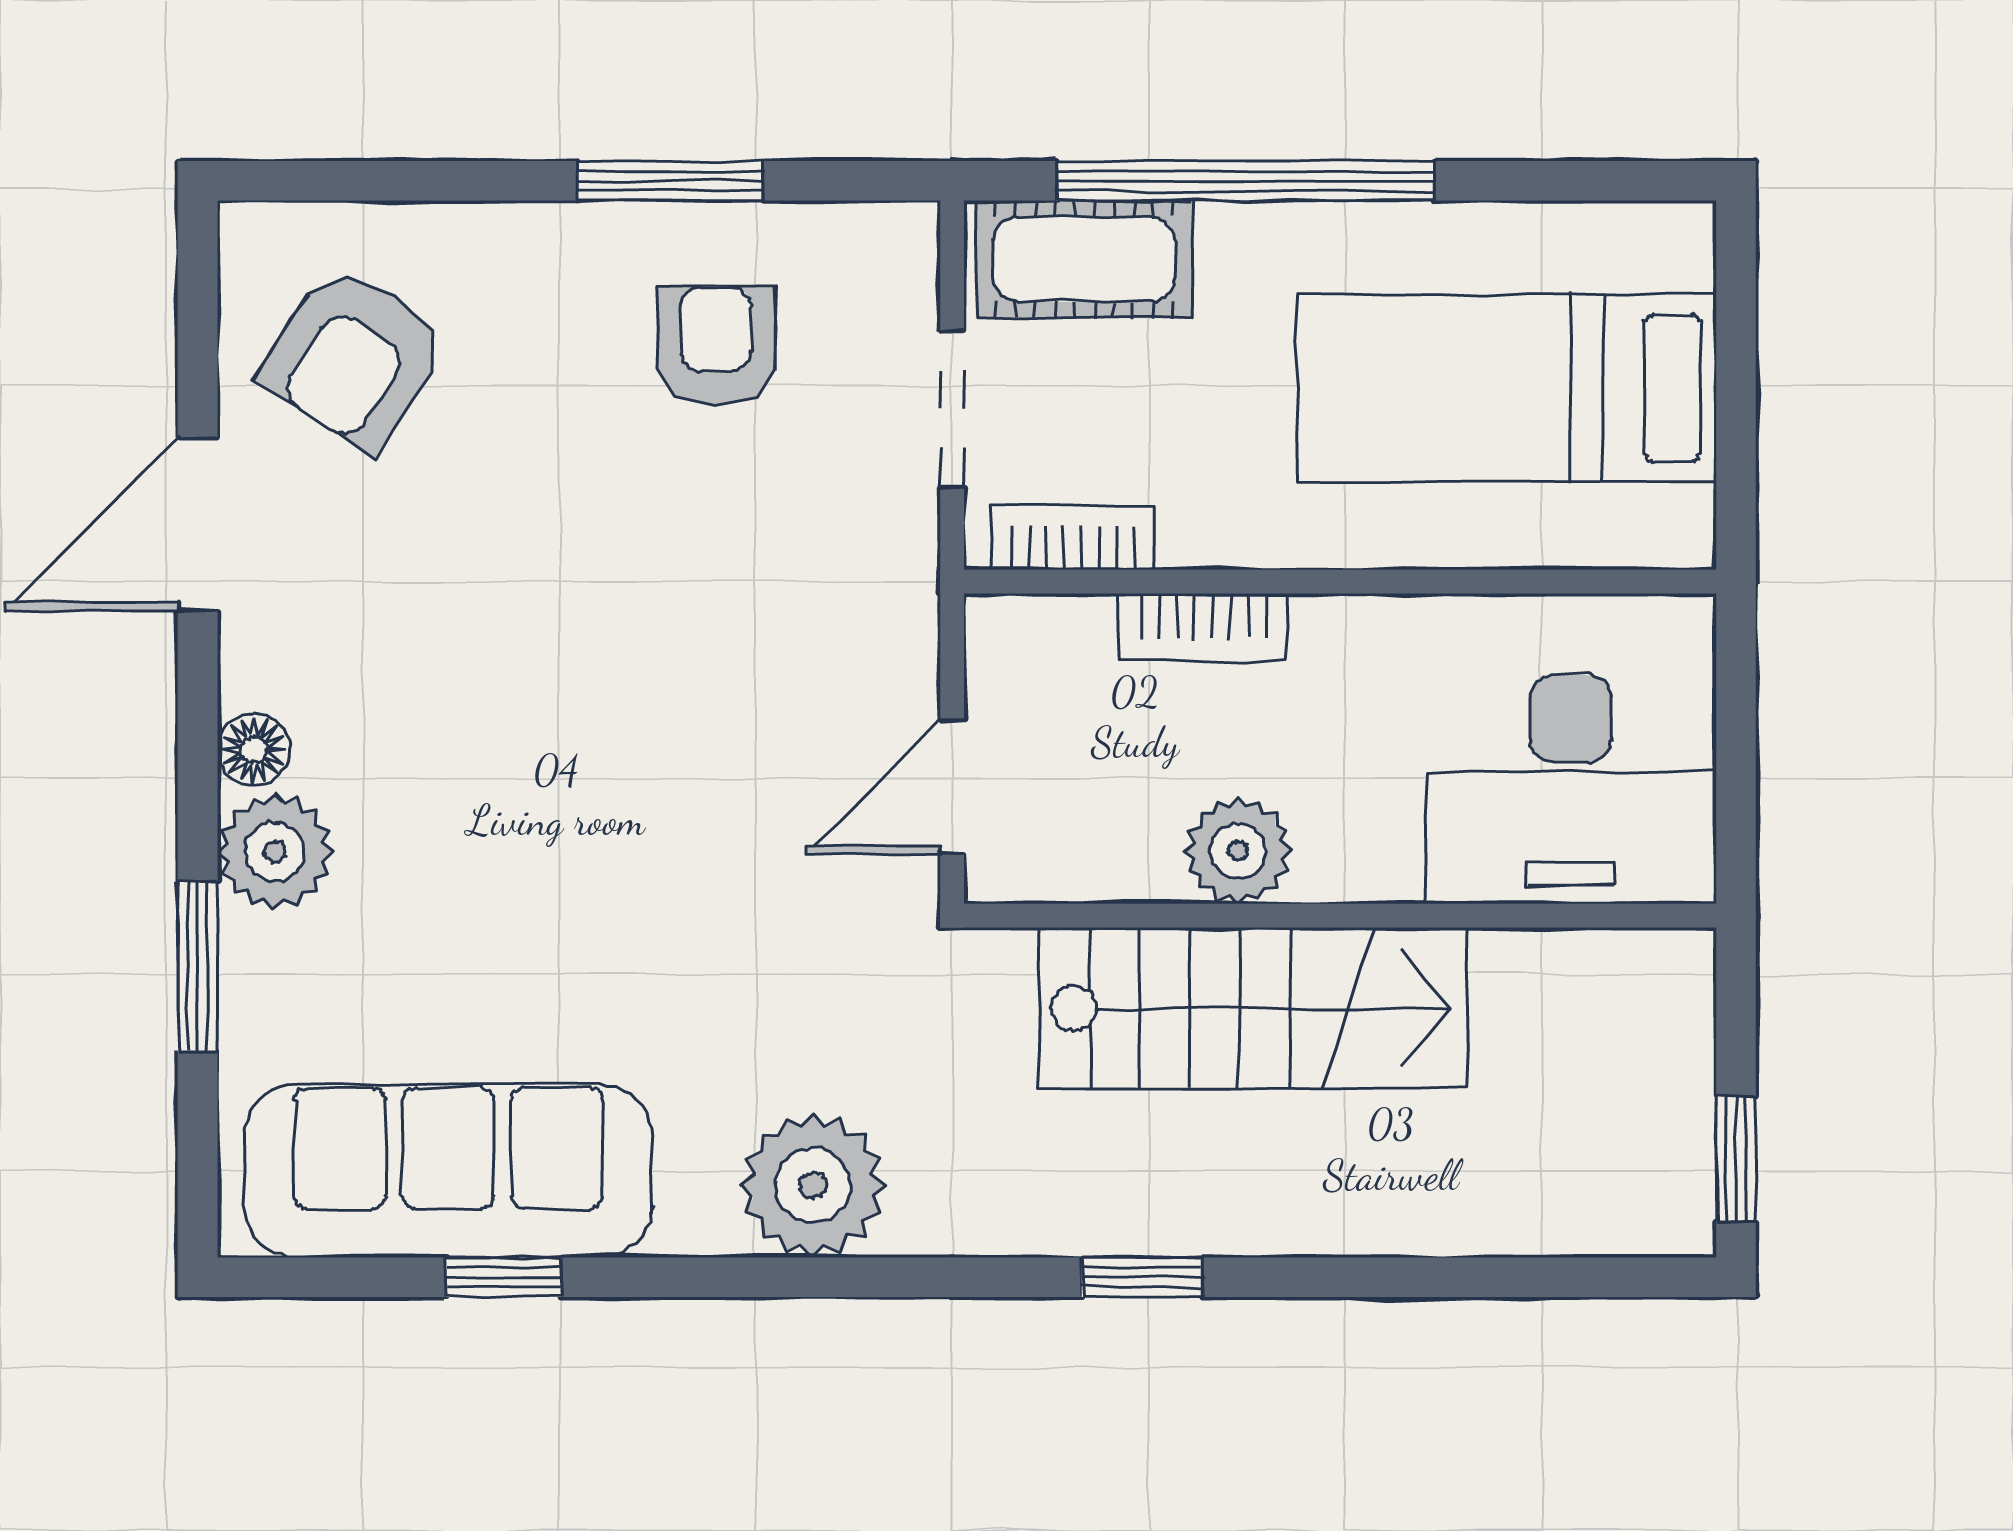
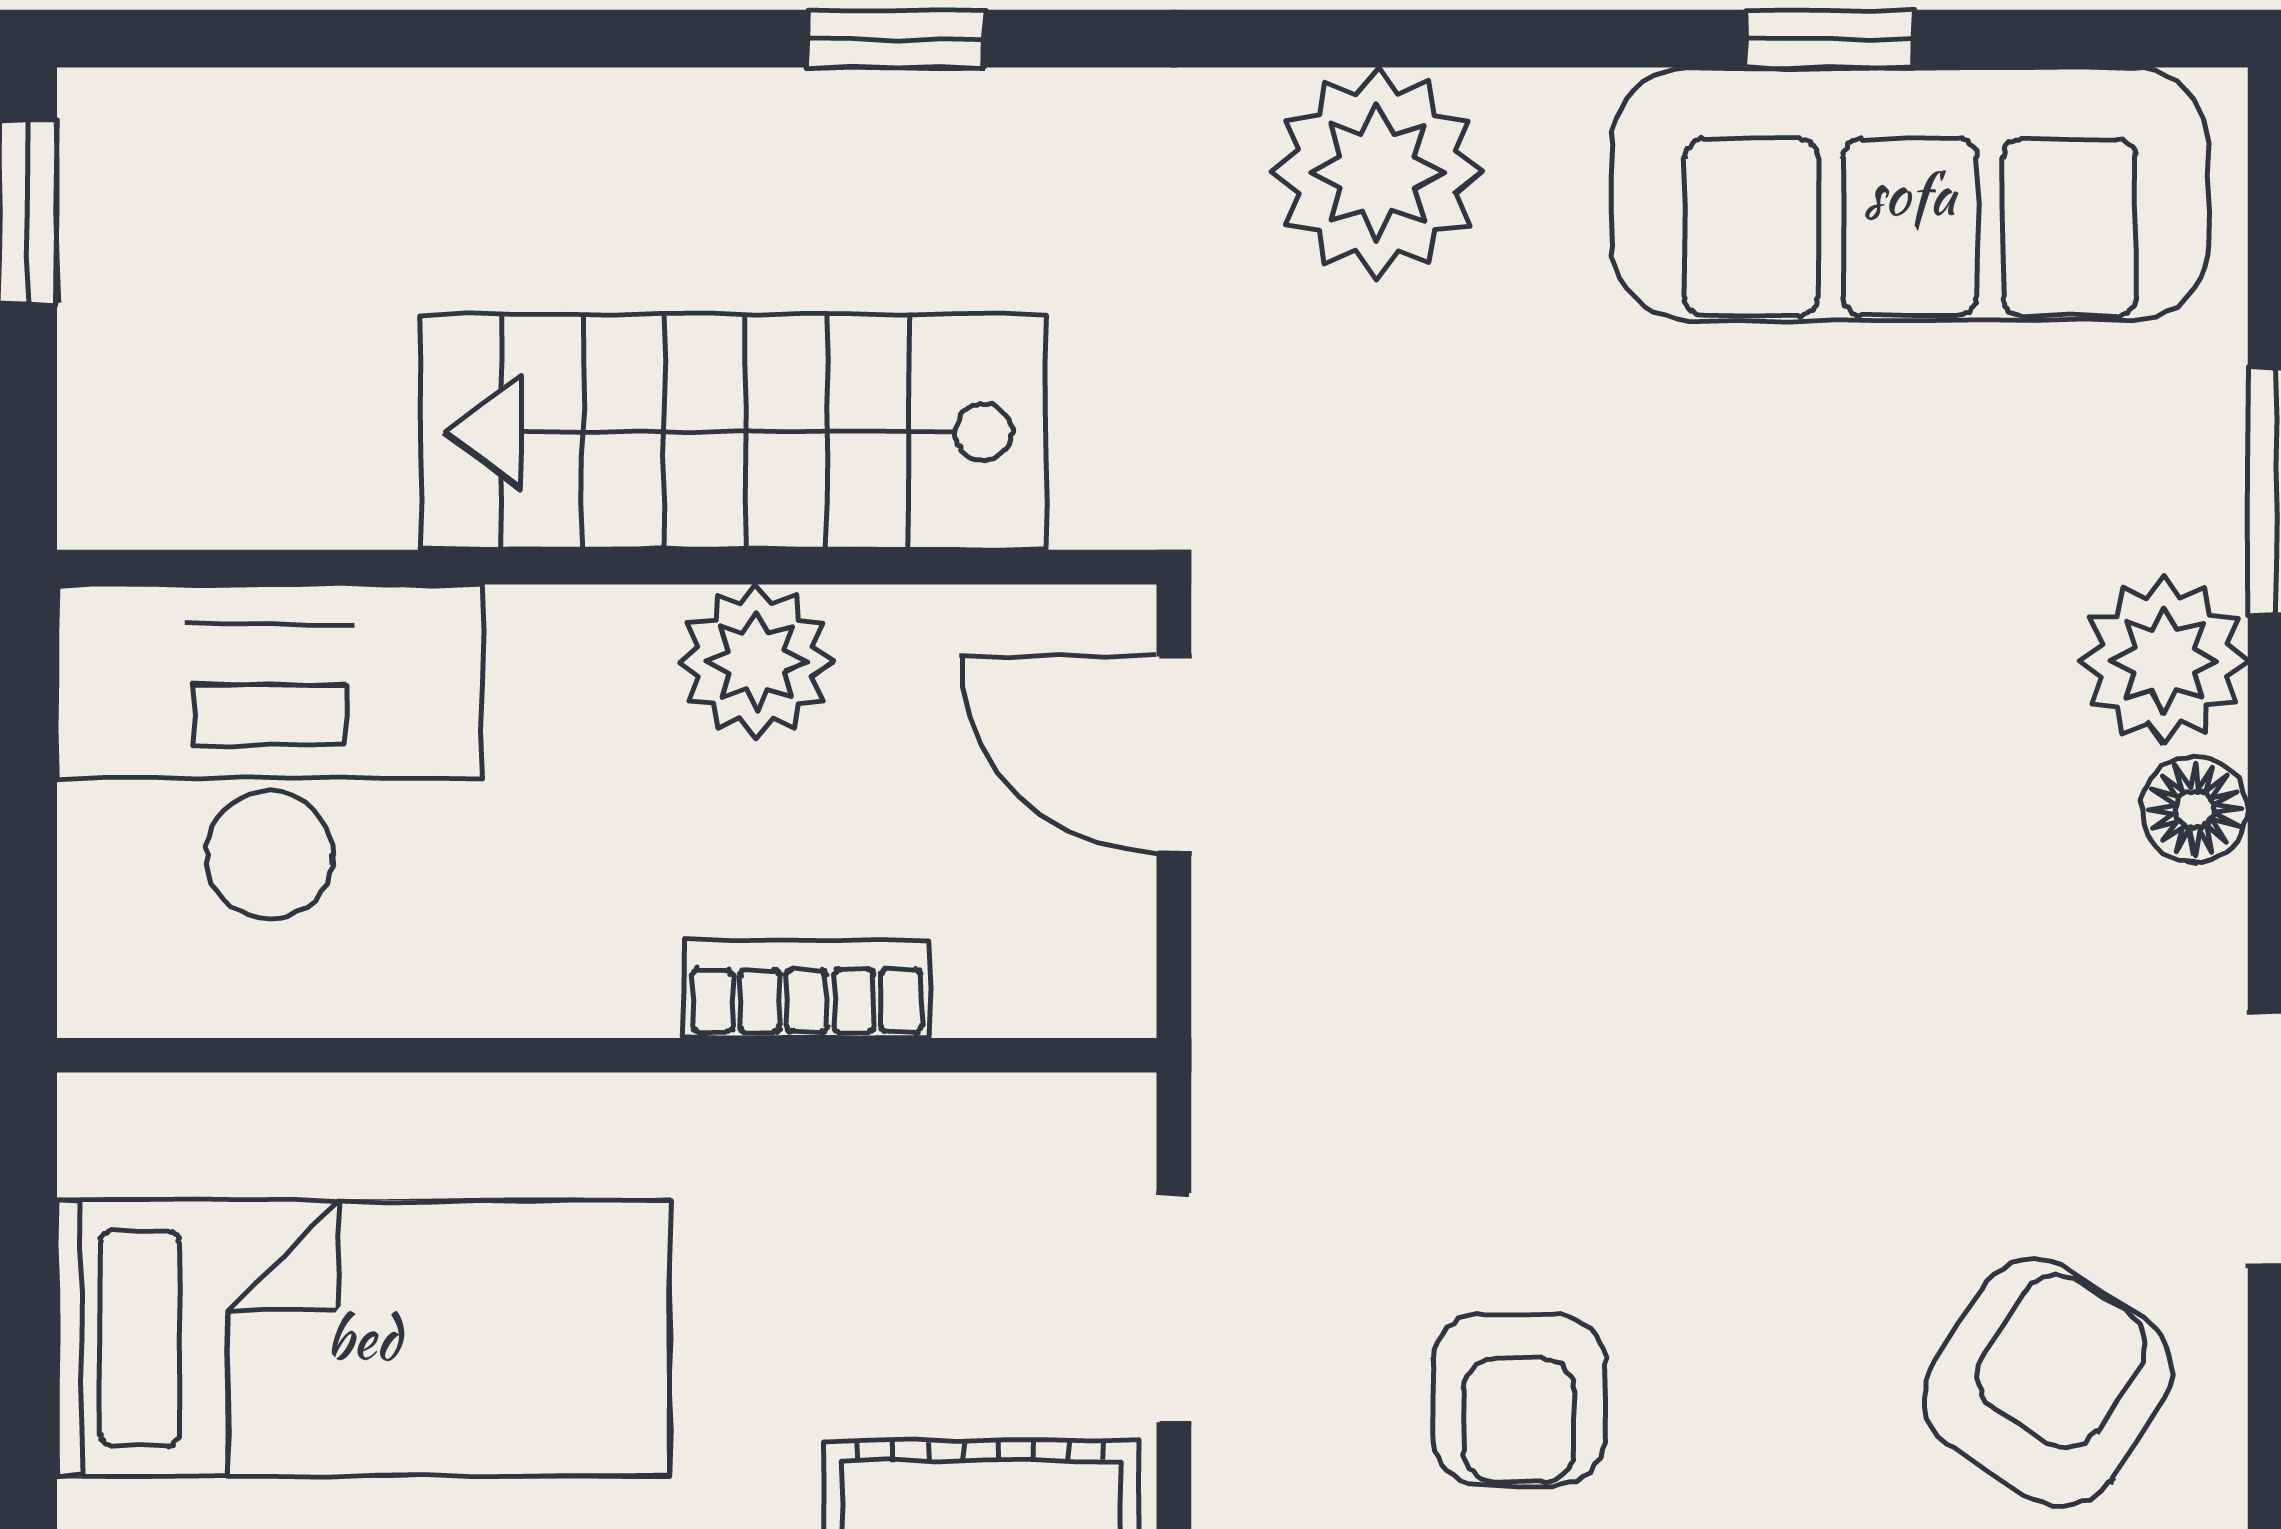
bookcase: (1073, 537) -> (997, 1120), removed
door: (952, 787) -> (1174, 755), swing flipped

